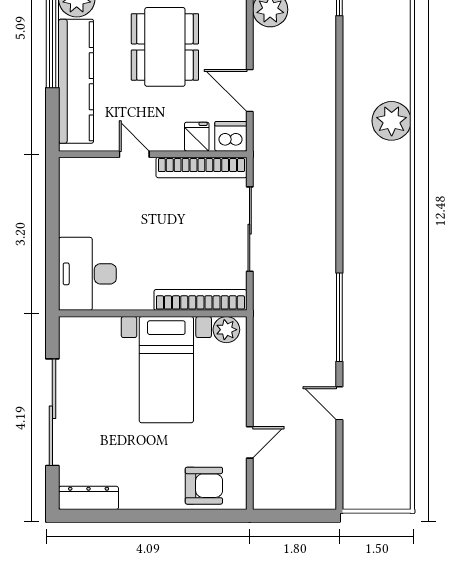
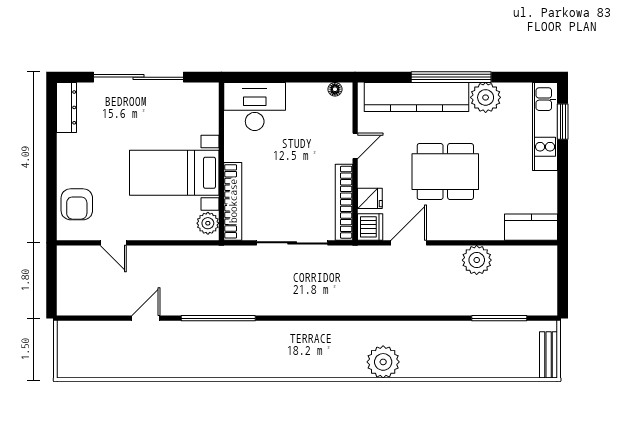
floor lamp: (67, 178) -> (335, 89), added

